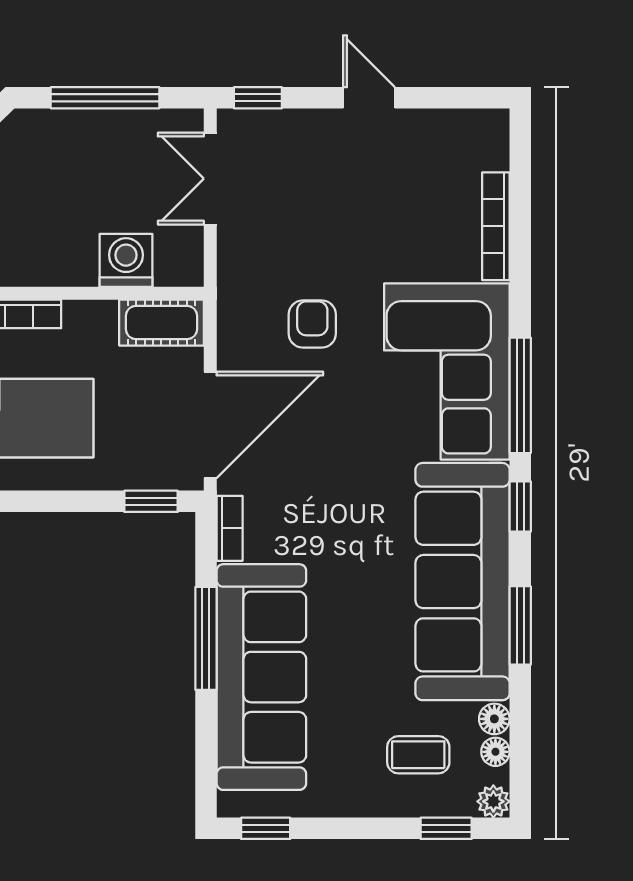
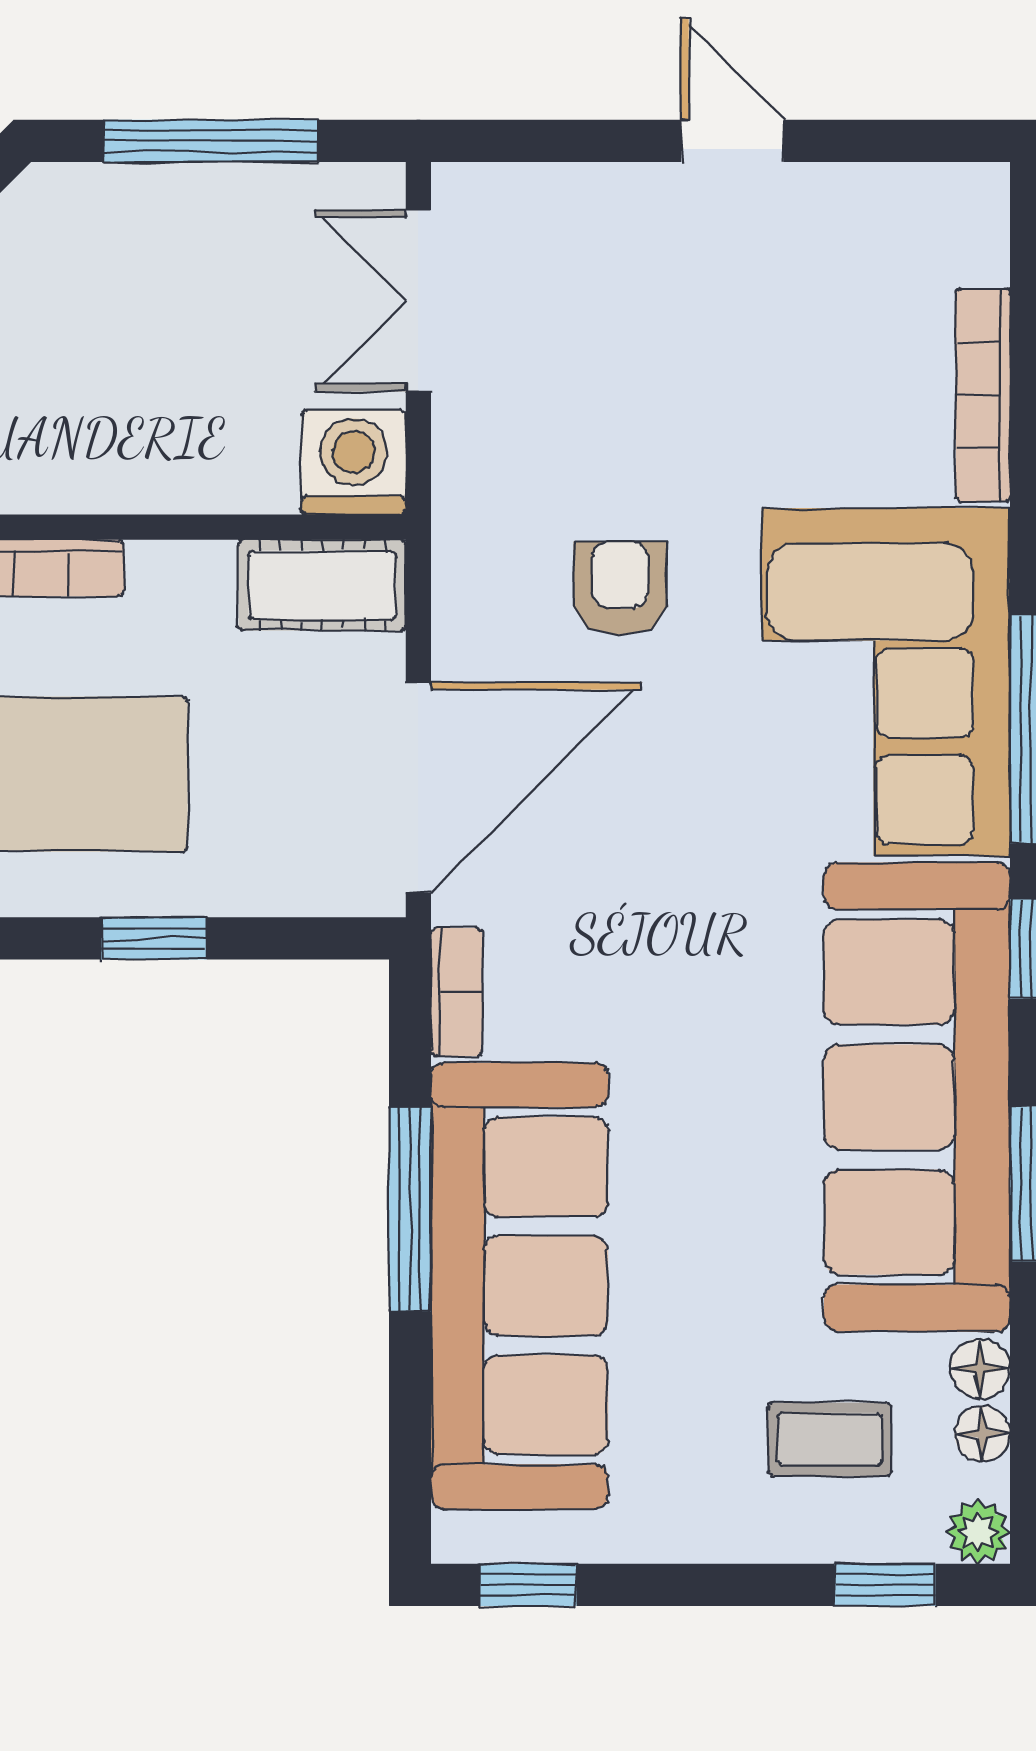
window: (258, 98) -> (513, 141), removed
washing machine: (126, 260) -> (354, 462), moved
window: (151, 501) -> (154, 938), moved

